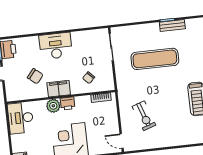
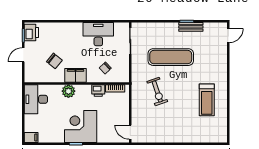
desk: (56, 46) -> (98, 34), moved
printer: (68, 104) -> (98, 91), moved
exercise bike: (144, 116) -> (157, 92), moved

